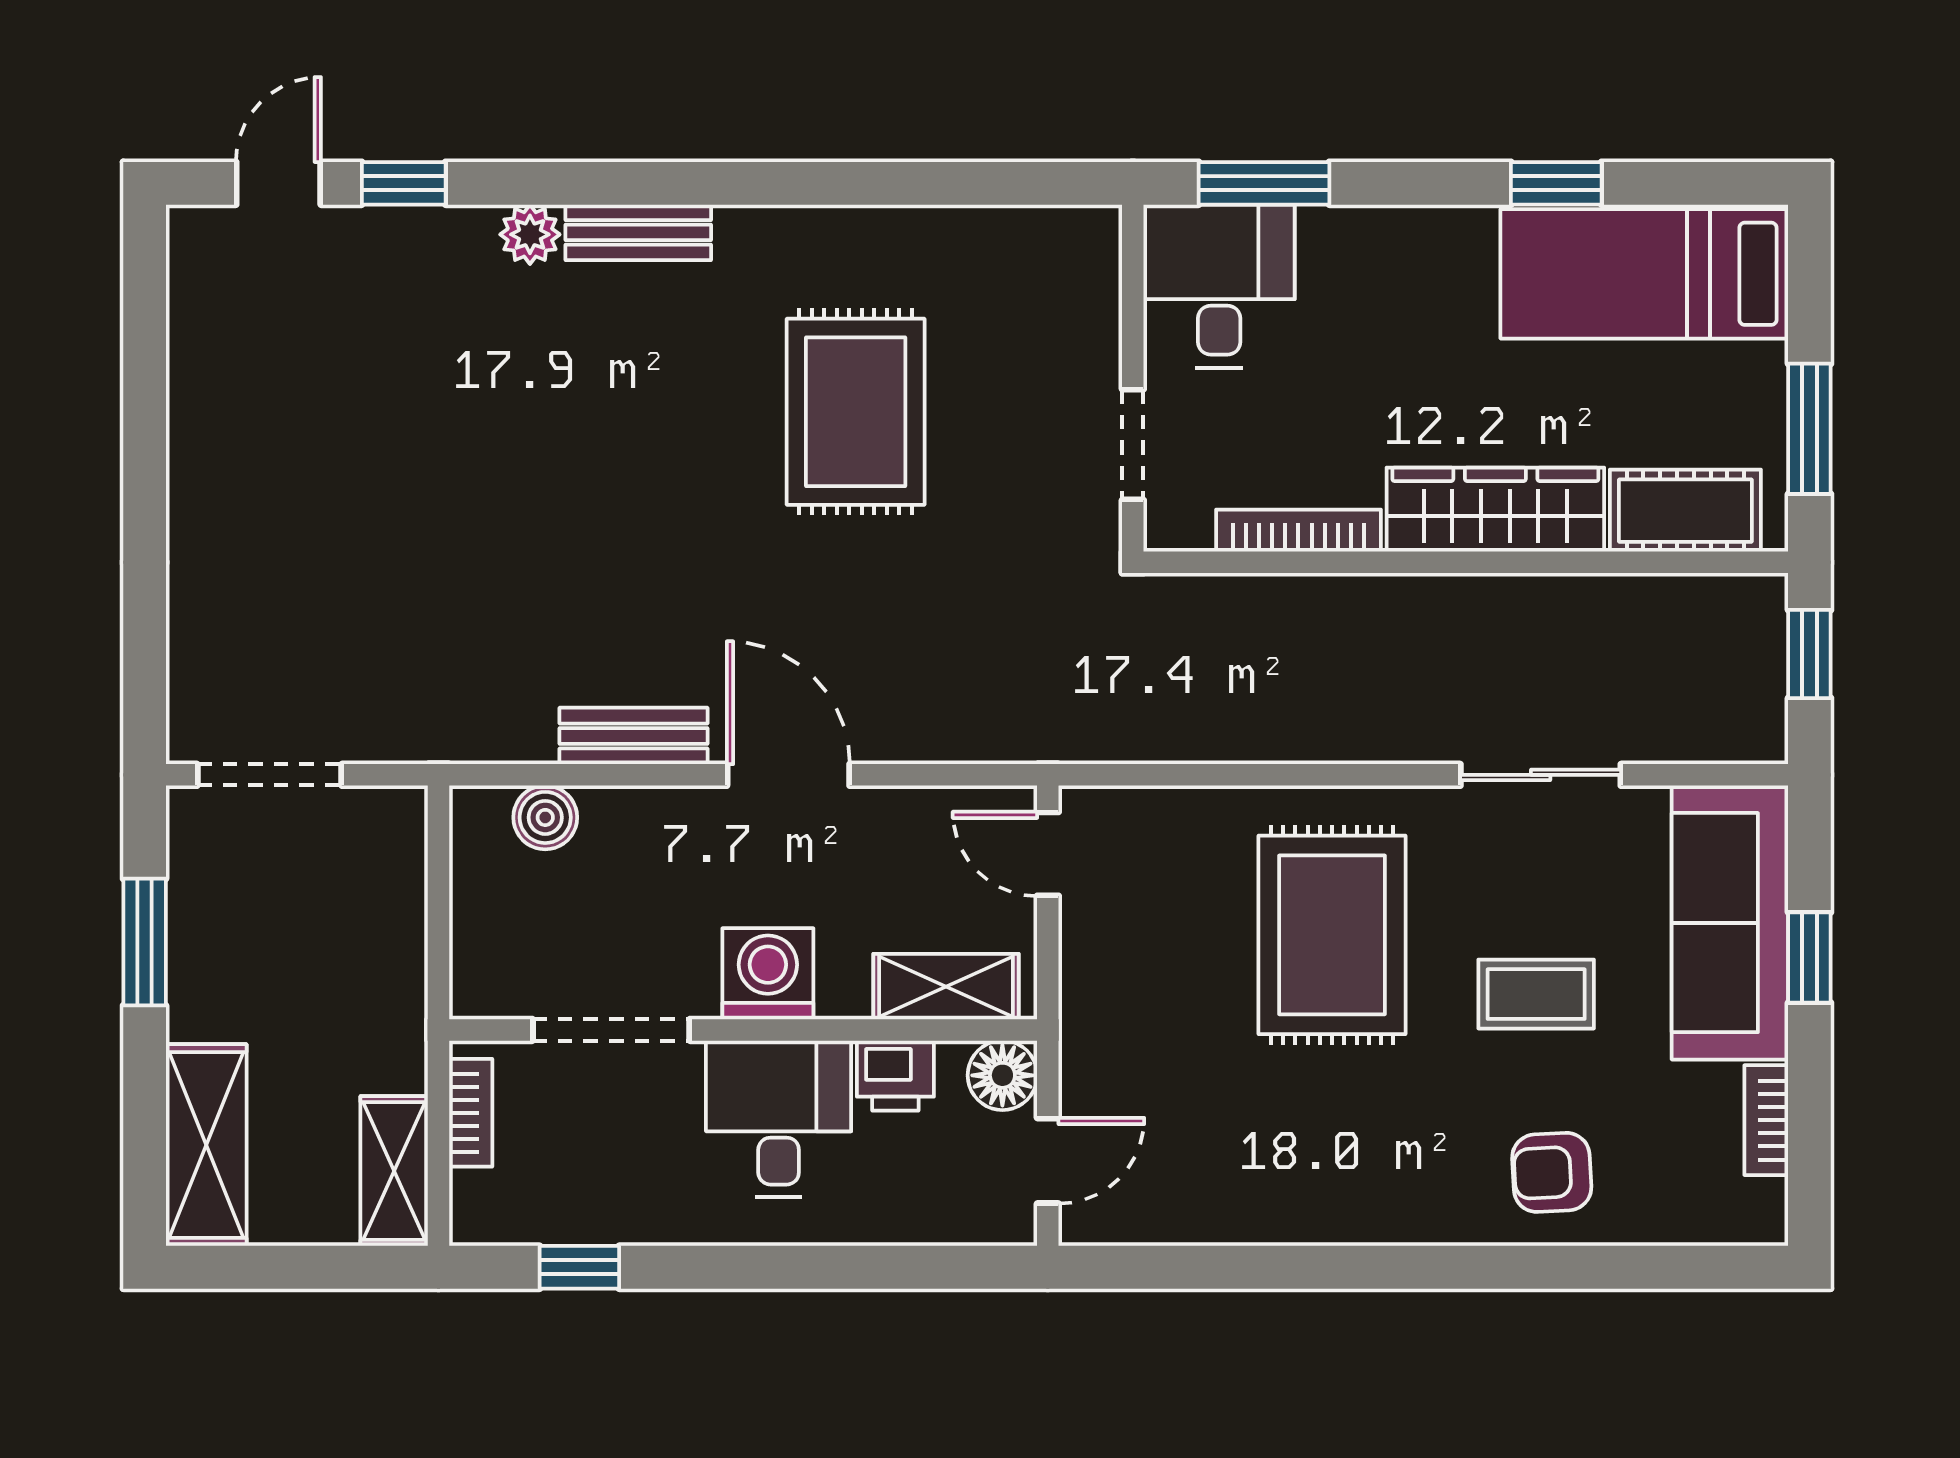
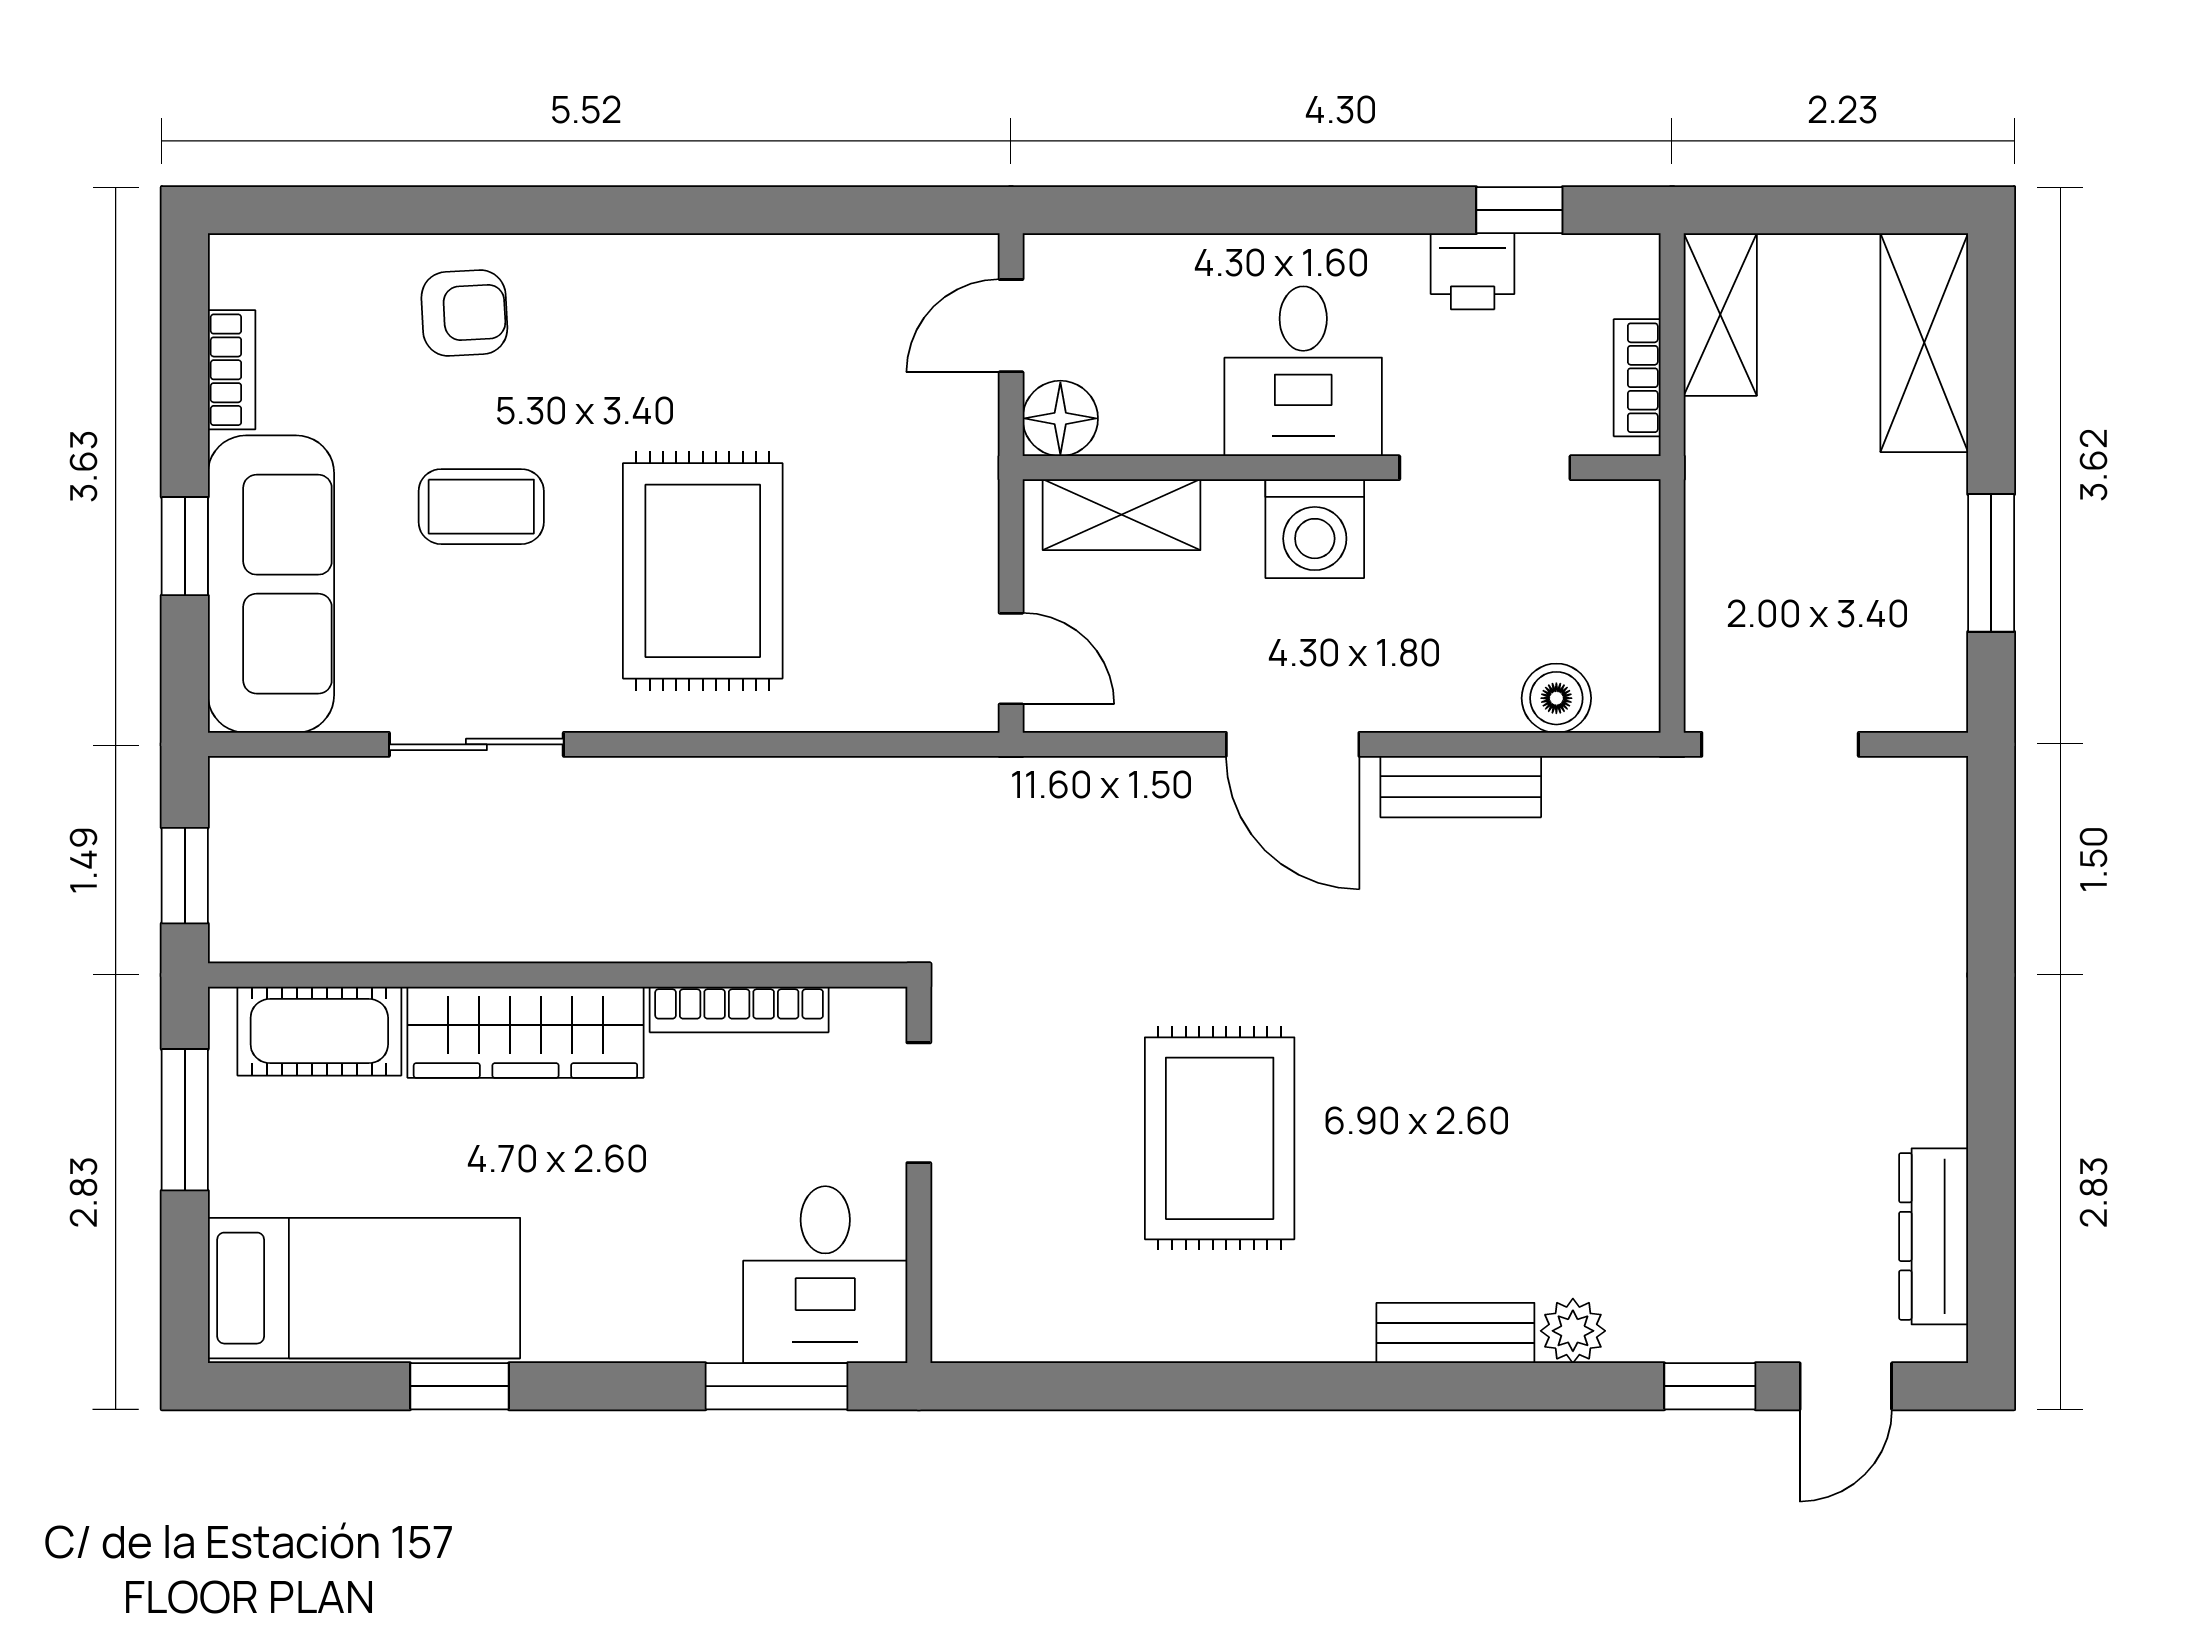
dresser: (198, 321) -> (1934, 1236), added
doorway: (270, 775) -> (1780, 744), moved
printer: (895, 1076) -> (1473, 271), moved, turned 180

